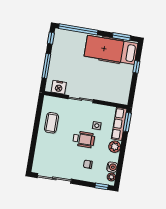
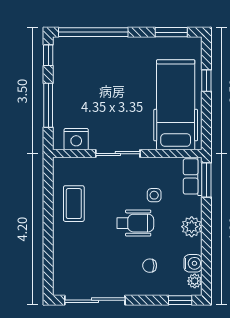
hospital bed: (111, 50) -> (176, 105), moved, turned 90
row of seats: (119, 124) -> (193, 176), width x0.68

